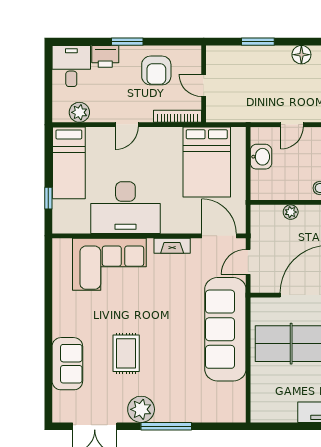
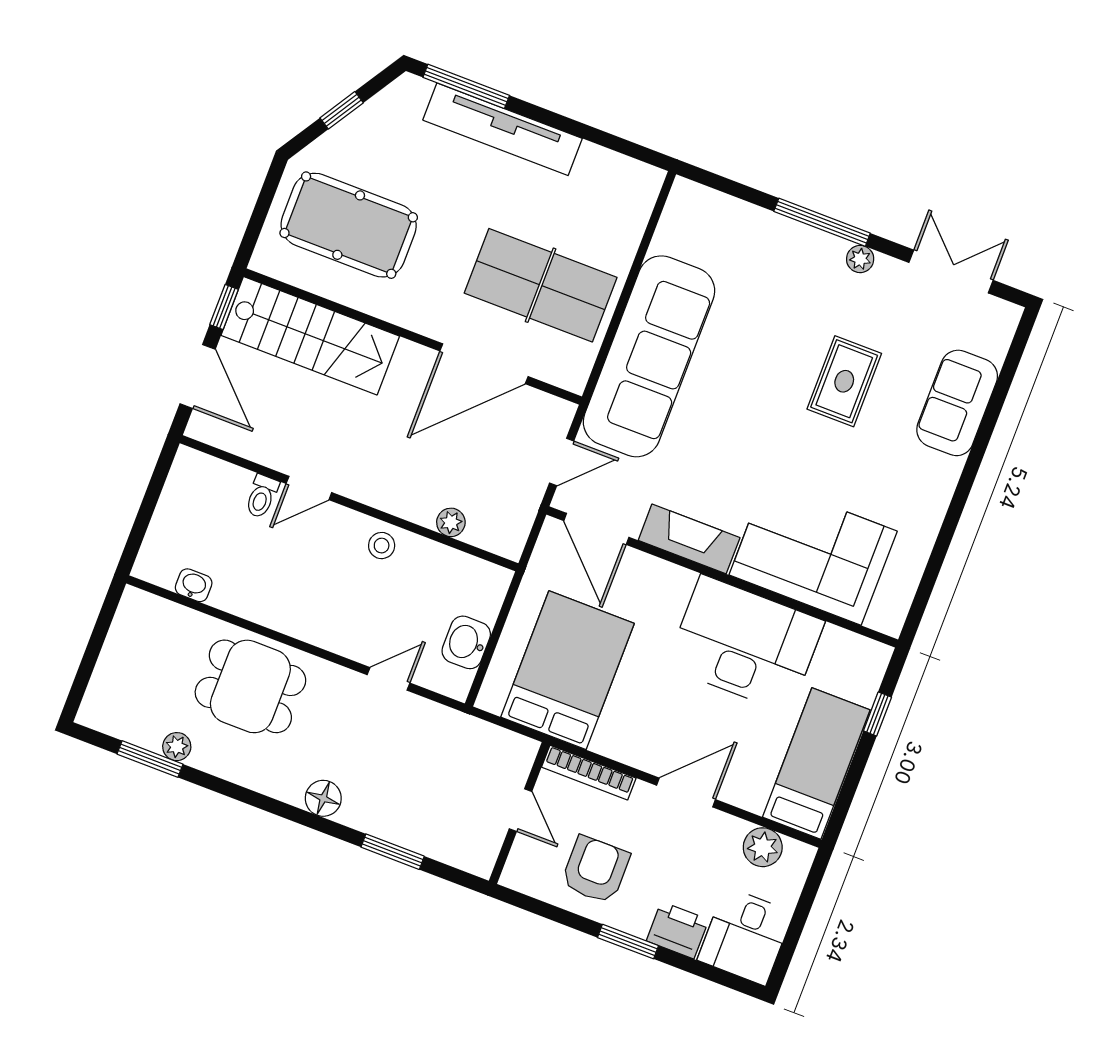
door: (127, 125) -> (686, 792), width x1.38
fireplace: (172, 246) -> (689, 539), width x1.37, depth x1.32
plant: (141, 409) -> (860, 259), width x0.53, depth x0.53

